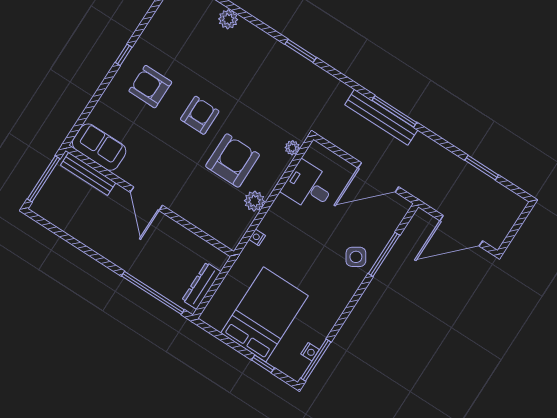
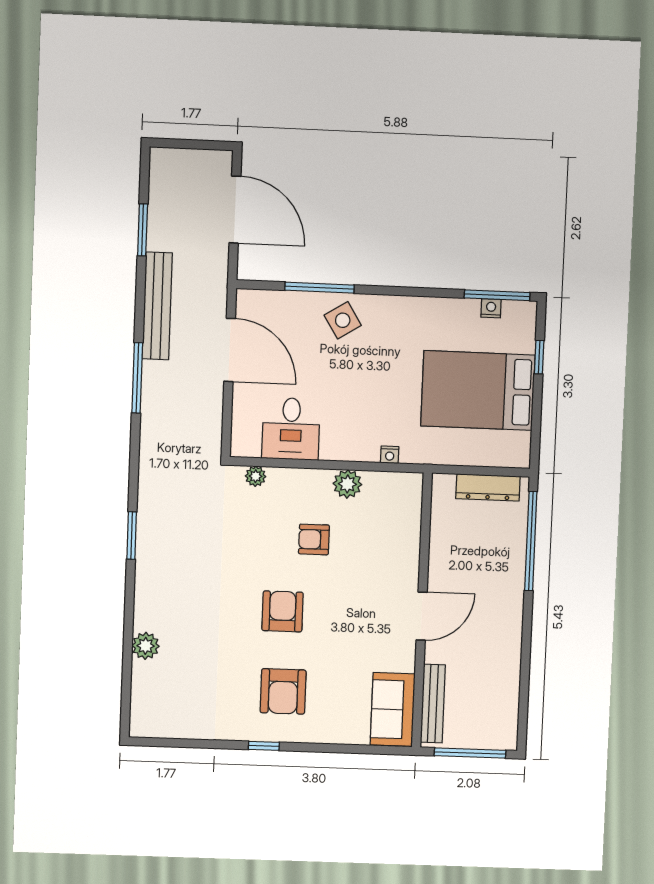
armchair: (200, 115) -> (283, 611), turned 90
bench: (381, 117) -> (157, 306), moved
armchair: (233, 161) -> (314, 539), width x0.53, depth x0.53

